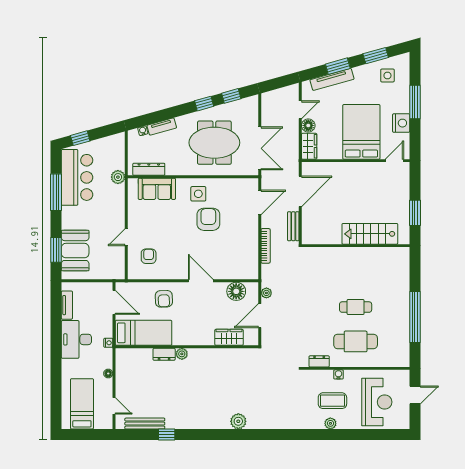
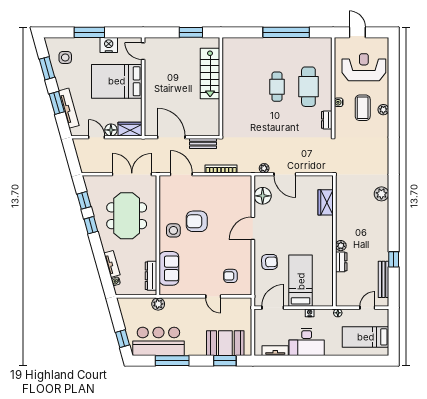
wardrobe: (229, 337) -> (326, 202), moved
wall: (187, 347) -> (334, 241), moved
dresser: (164, 354) -> (341, 262), moved
plant: (182, 354) -> (341, 246), moved

